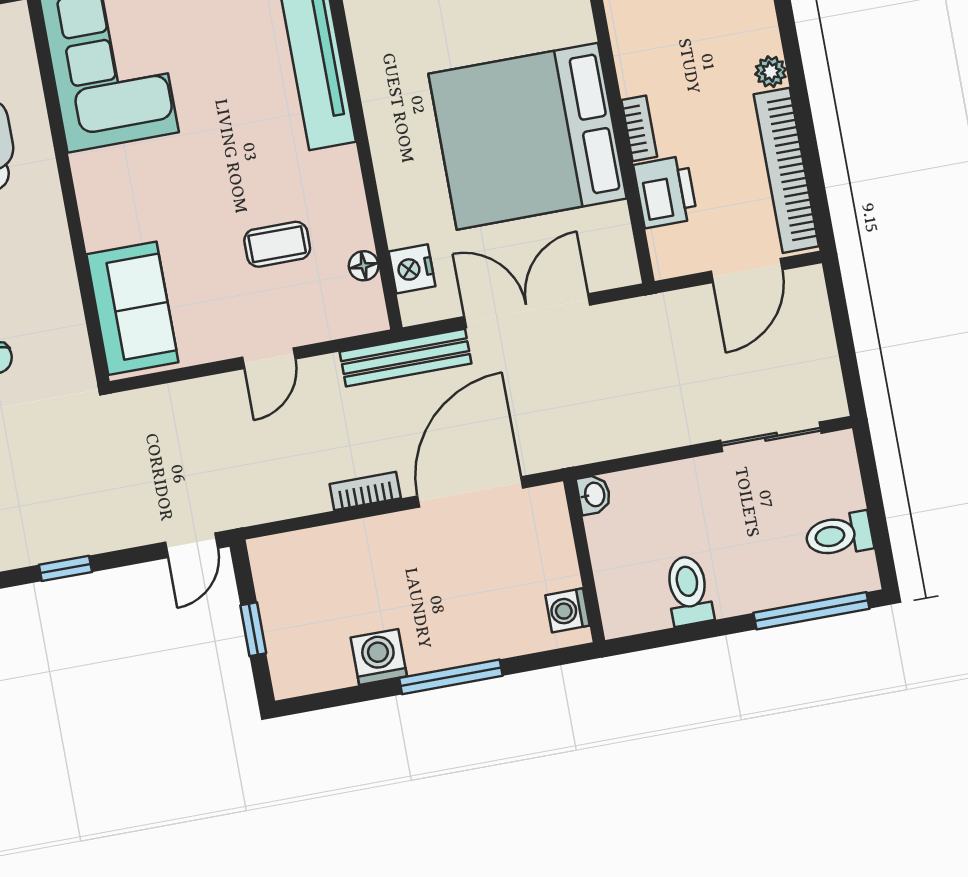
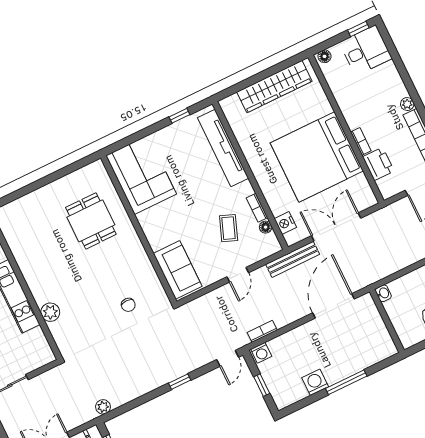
bookcase: (356, 216) -> (257, 208), added
coffee table: (277, 244) -> (229, 228), turned -69
bookcase: (365, 491) -> (262, 331), moved
washing machine: (568, 610) -> (261, 353), moved, turned -90

